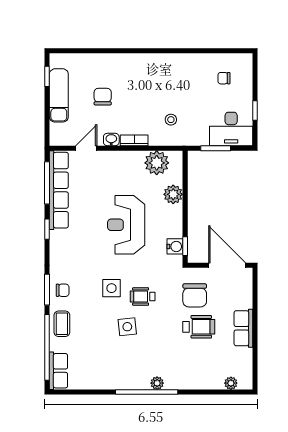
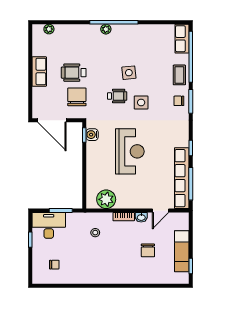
plant: (173, 194) -> (93, 175), removed

